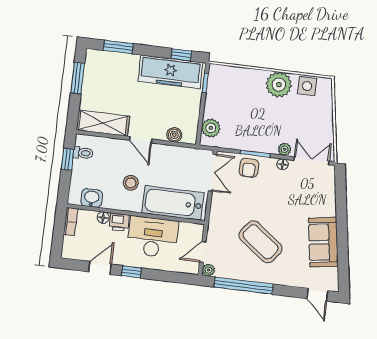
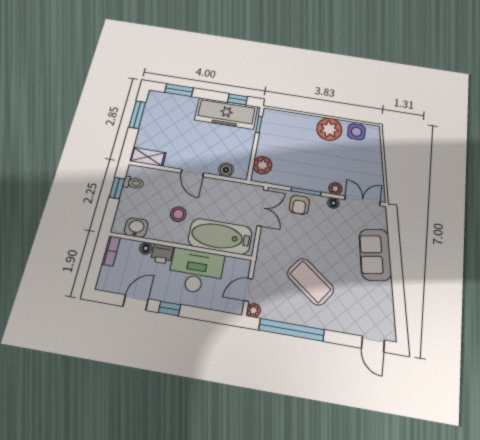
shelving: (103, 123) -> (148, 157), width x0.67, depth x0.75
sofa: (323, 242) -> (375, 255), moved

